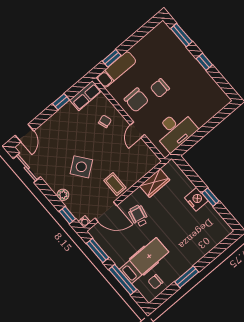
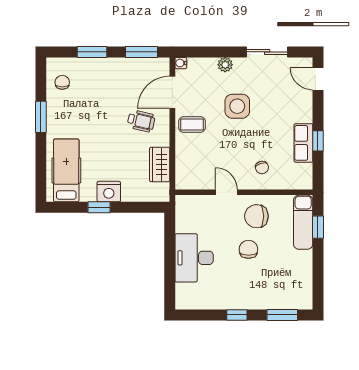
row of seats: (86, 96) -> (303, 143), moved
desk: (175, 130) -> (194, 258), moved
side table: (81, 167) -> (237, 106), turned 37
sliding door: (27, 168) -> (267, 52), moved
window: (67, 215) -> (202, 52), removed
hospital bed: (144, 261) -> (66, 170), moved, turned 180
window: (123, 280) -> (92, 52), width x0.69

